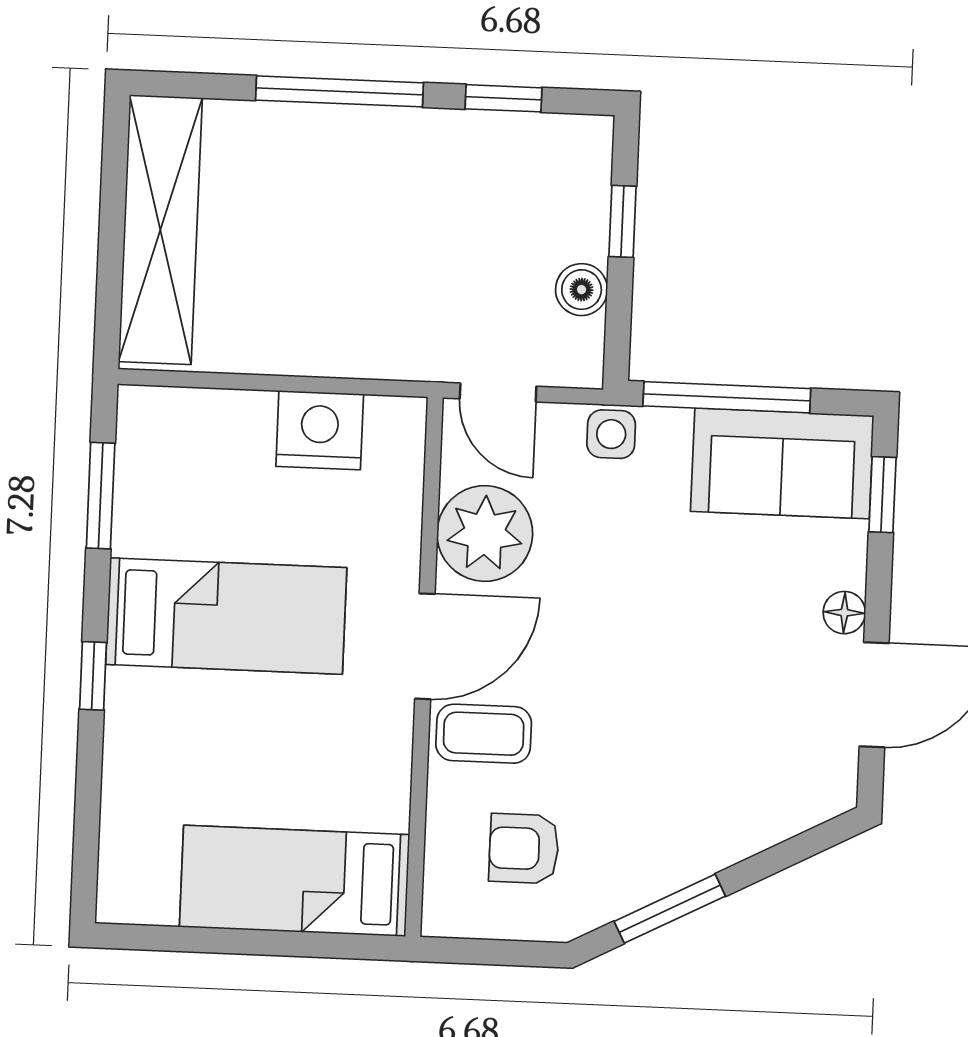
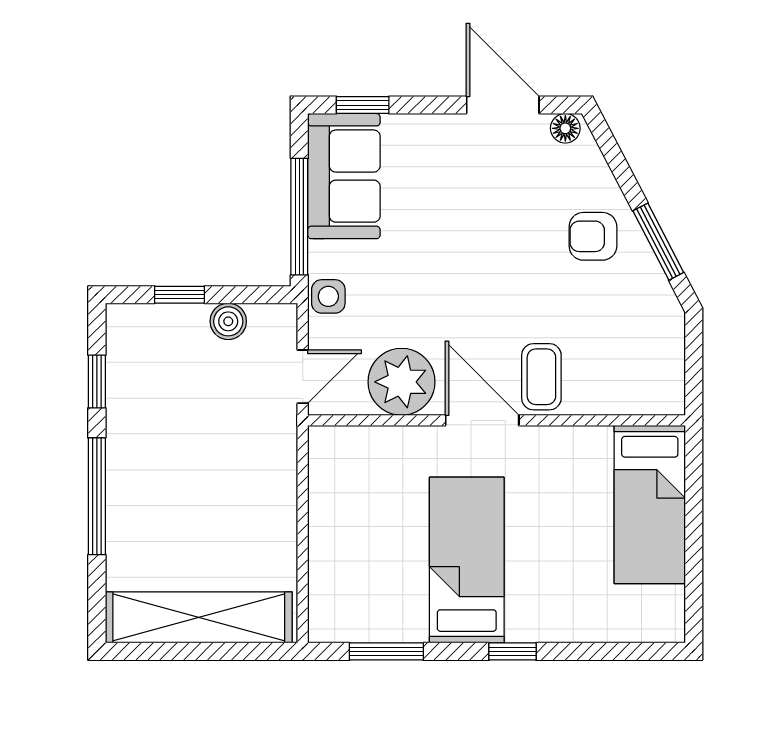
nightstand: (320, 430) -> (334, 500), removed
floor lamp: (844, 613) -> (565, 128), moved
armchair: (524, 849) -> (593, 236), moved, turned 90

